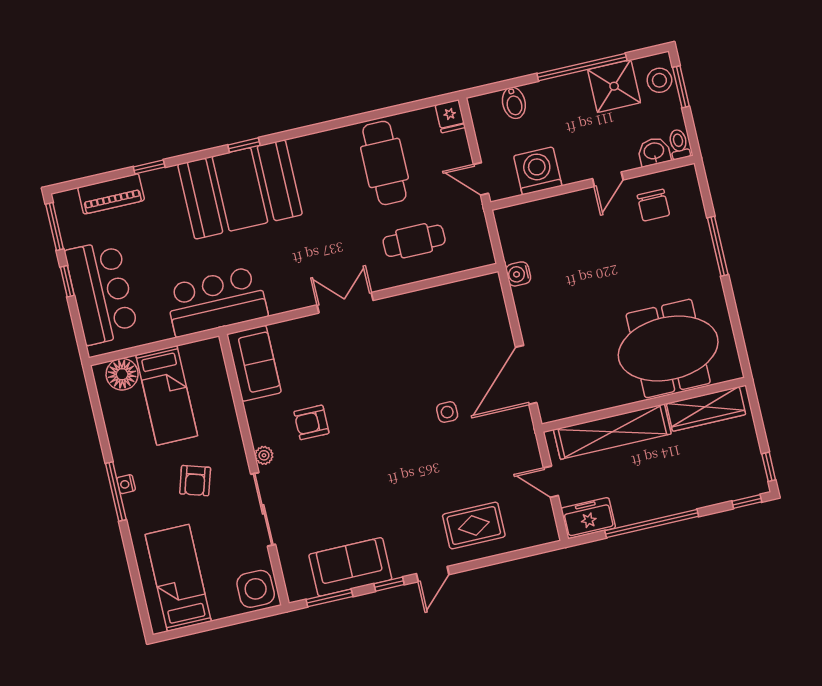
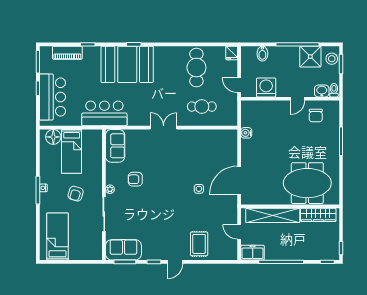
rug: (474, 526) -> (199, 244), turned 90
sofa: (350, 567) -> (123, 250), moved
side table: (256, 589) -> (92, 250), removed

